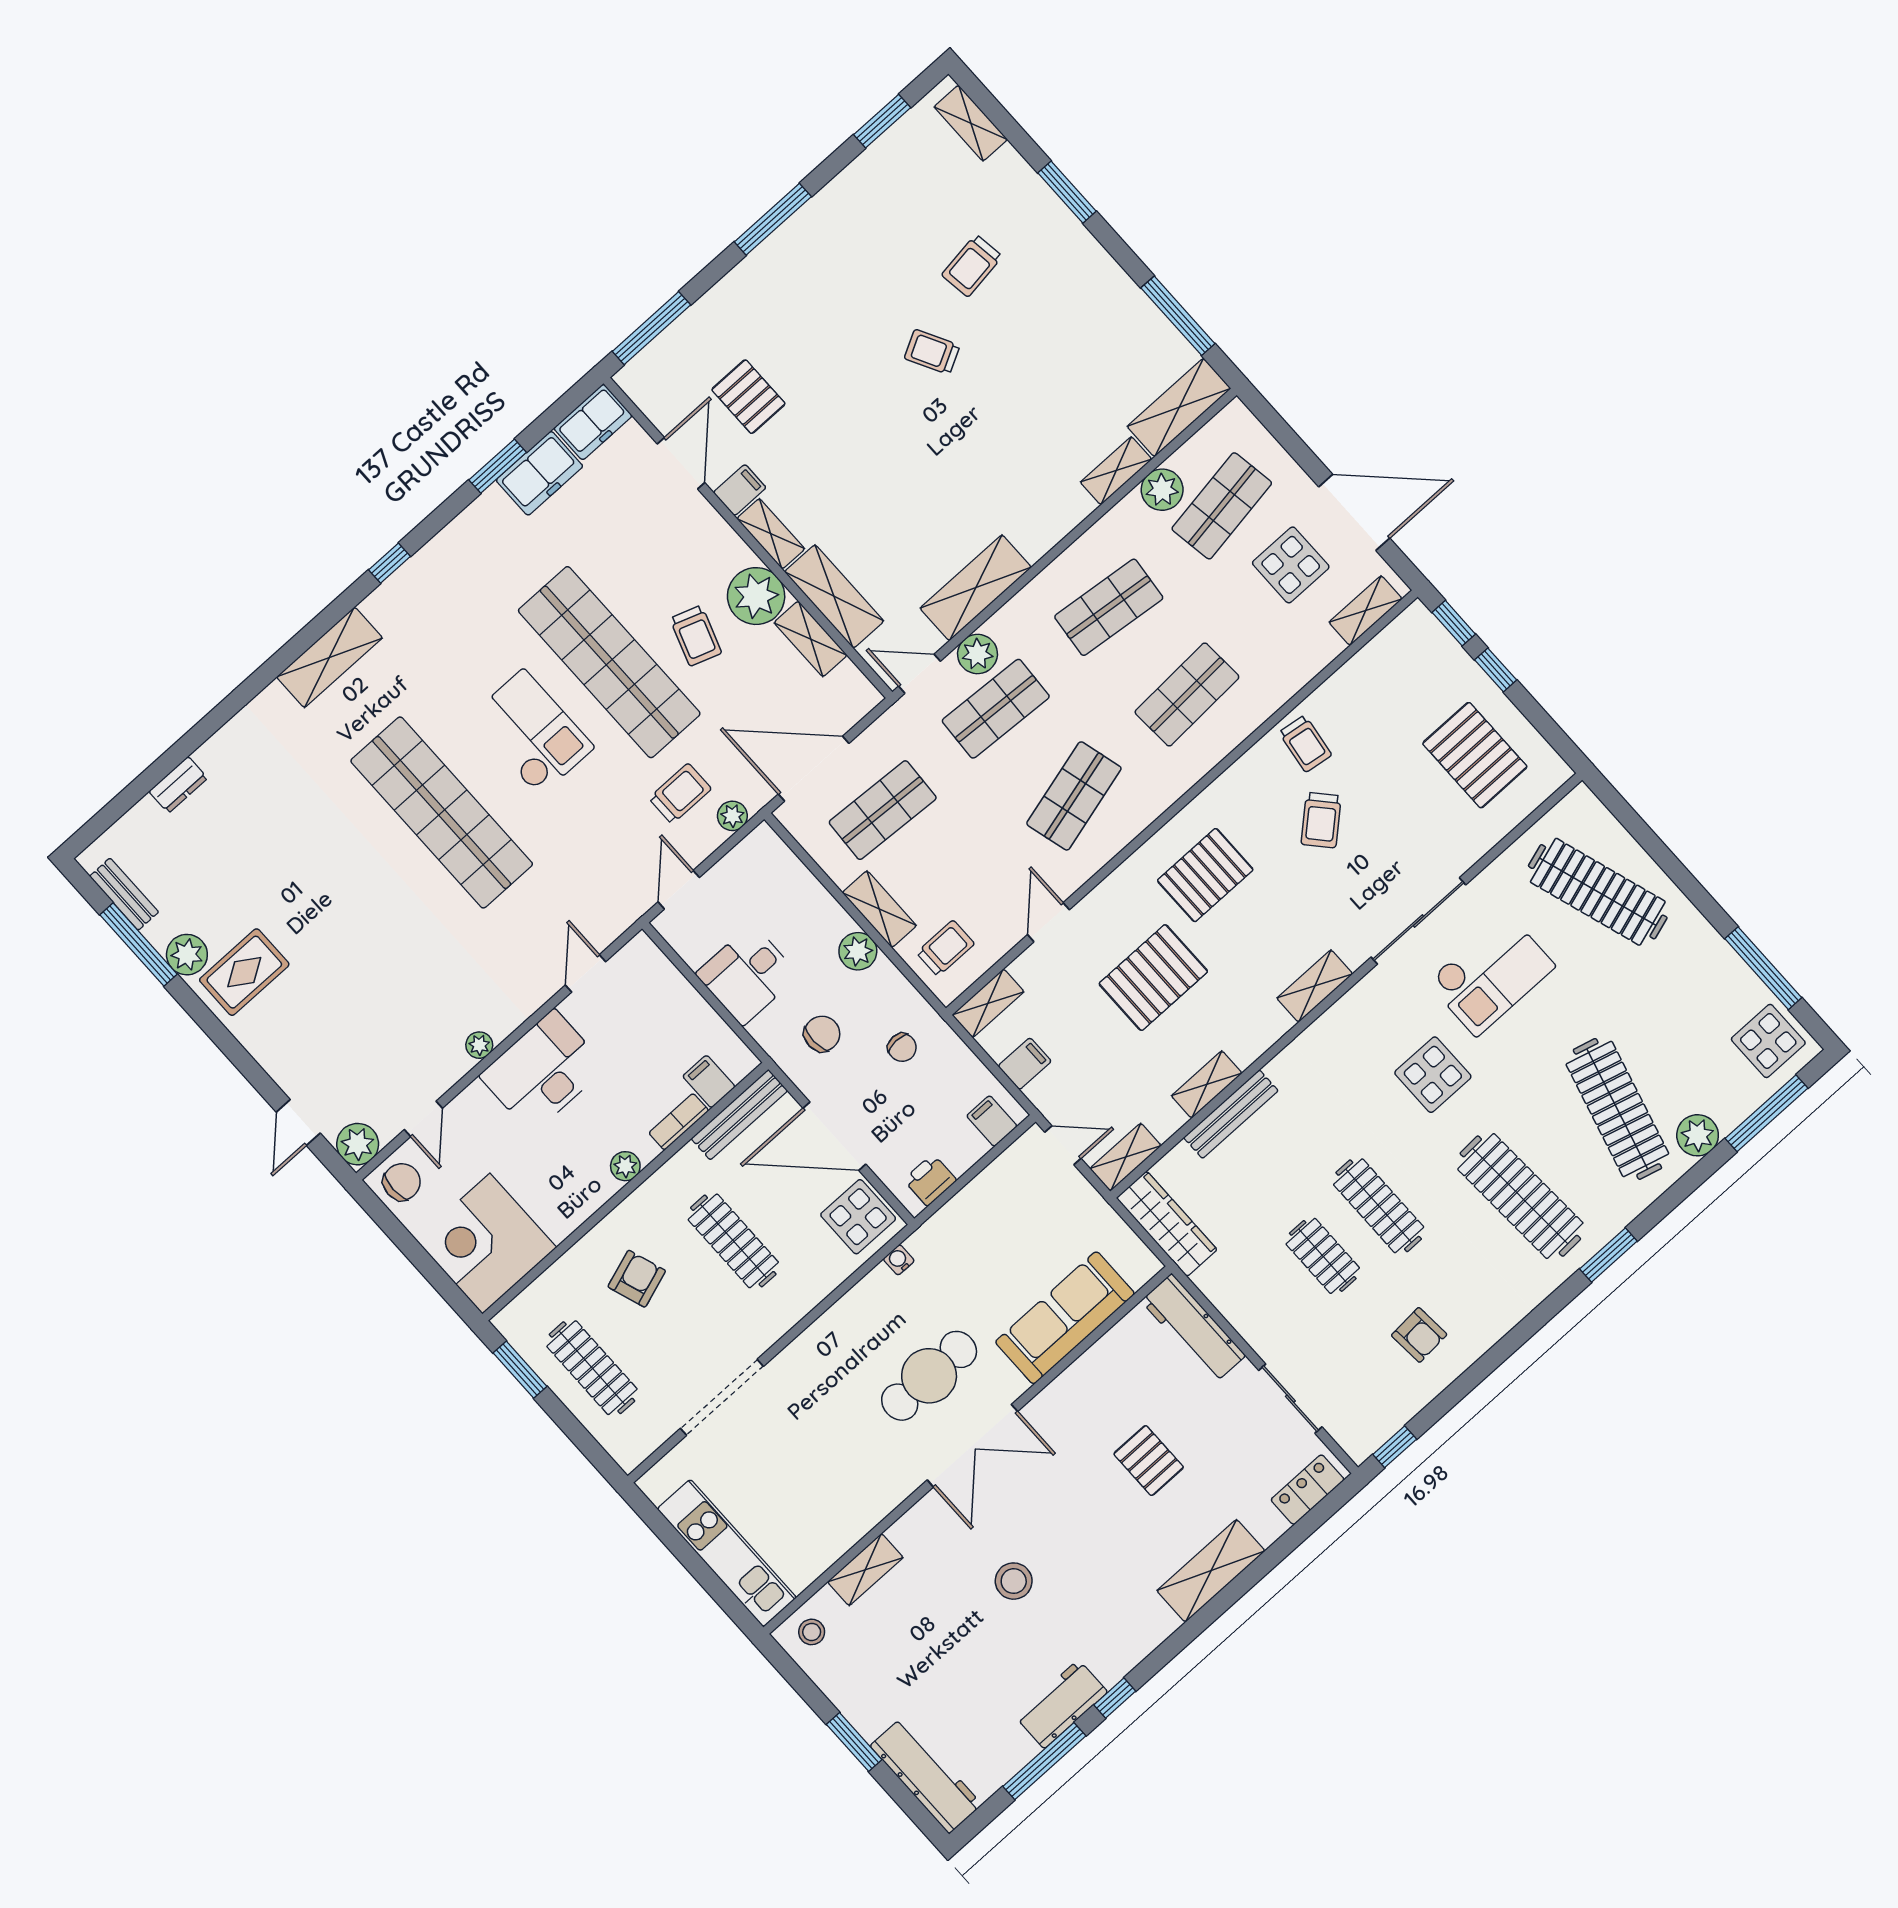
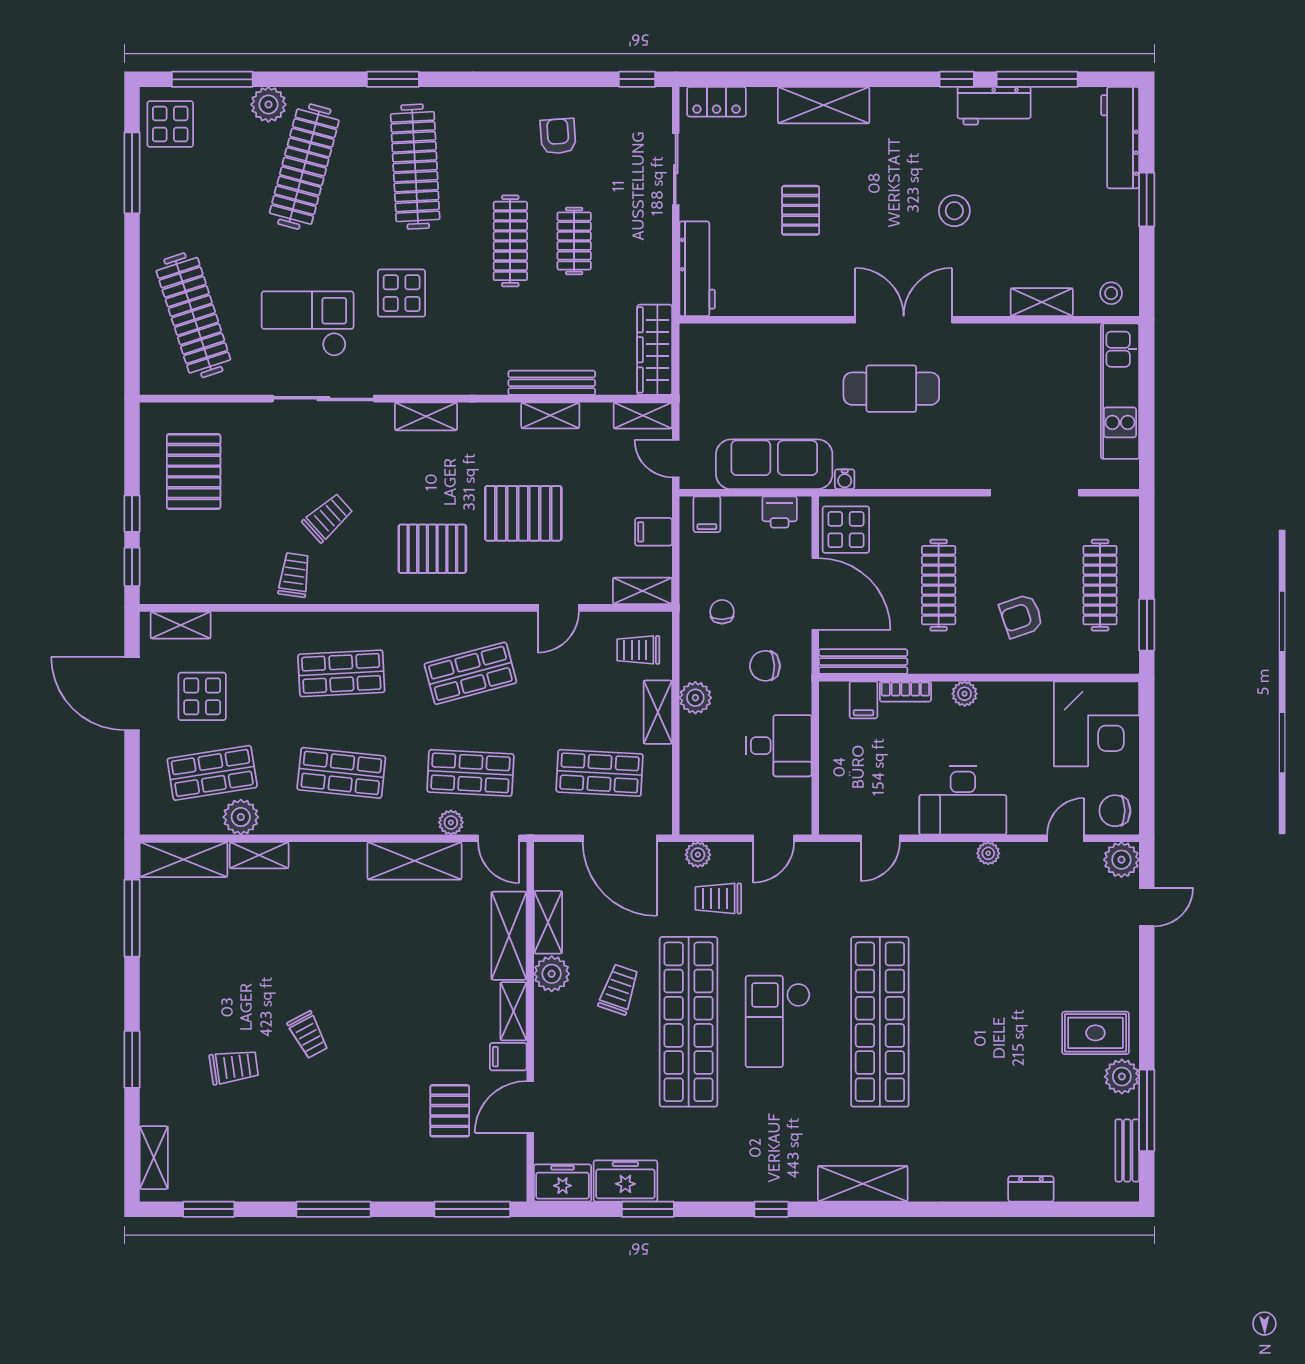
plant: (756, 596) -> (552, 974), width x0.73, depth x0.73
plant: (977, 654) -> (451, 822), width x0.73, depth x0.73
sofa: (1065, 1318) -> (774, 464), moved, turned 180

